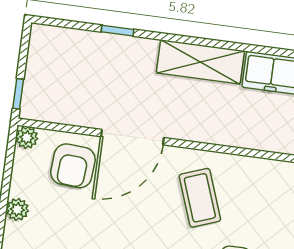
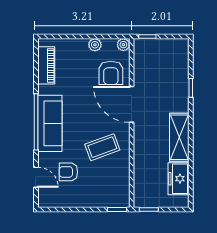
armchair: (73, 166) -> (111, 73), turned -94
plant: (17, 210) -> (95, 45), moved

